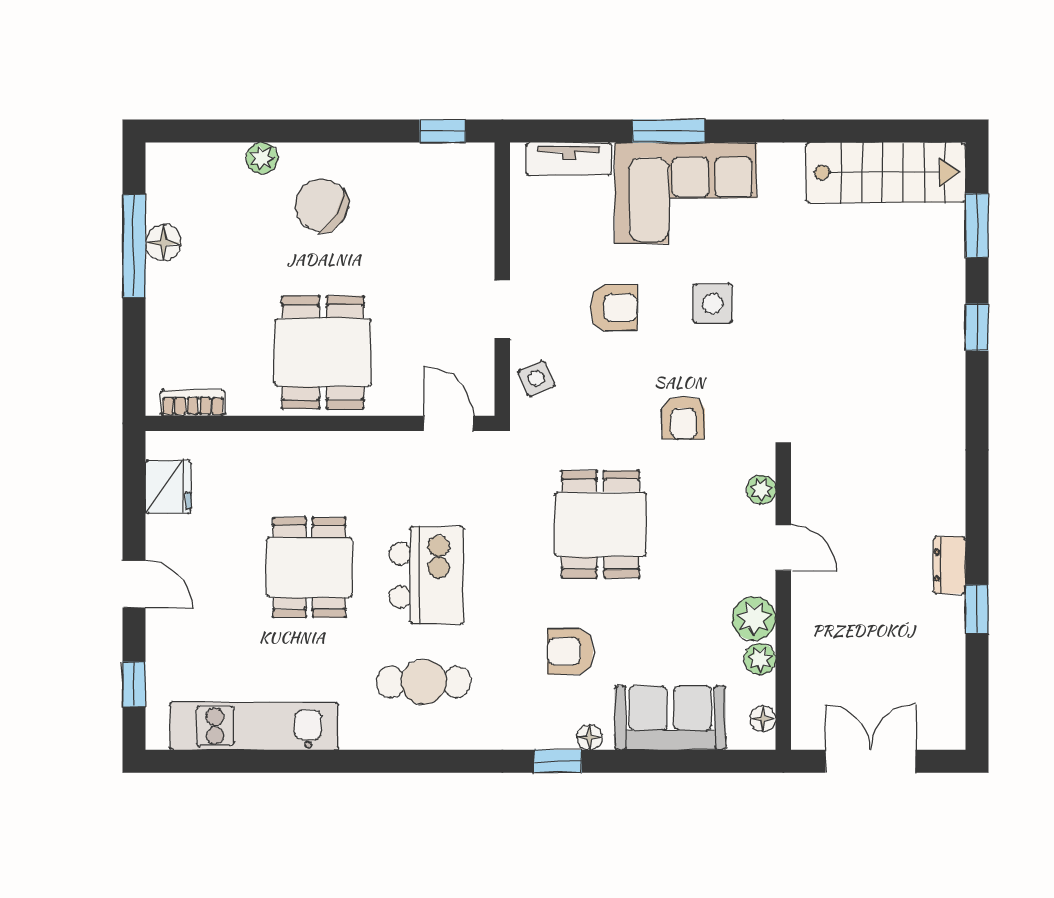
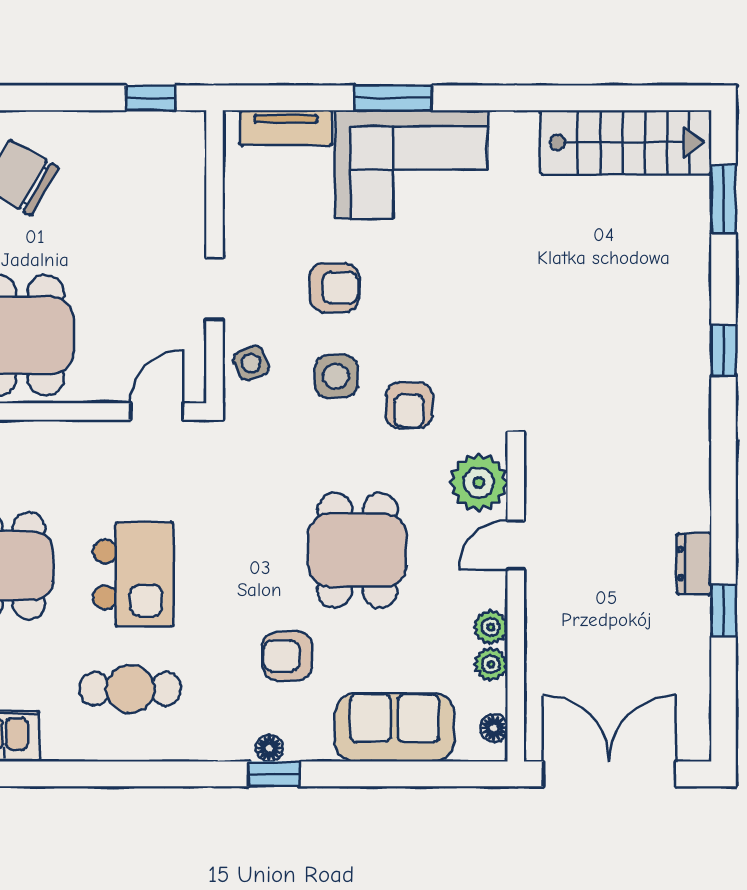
side table: (713, 304) -> (336, 376), moved
window: (977, 327) -> (724, 350), moved
door: (448, 423) -> (157, 411), hinge flipped
plant: (761, 490) -> (479, 482), width x1.88, depth x1.88
dining table: (600, 524) -> (357, 550), moved
door: (783, 548) -> (516, 545), swing flipped
plant: (754, 618) -> (491, 627), width x0.73, depth x0.73
floor lamp: (590, 737) -> (269, 748), moved
double door: (871, 761) -> (609, 774), width x1.37

